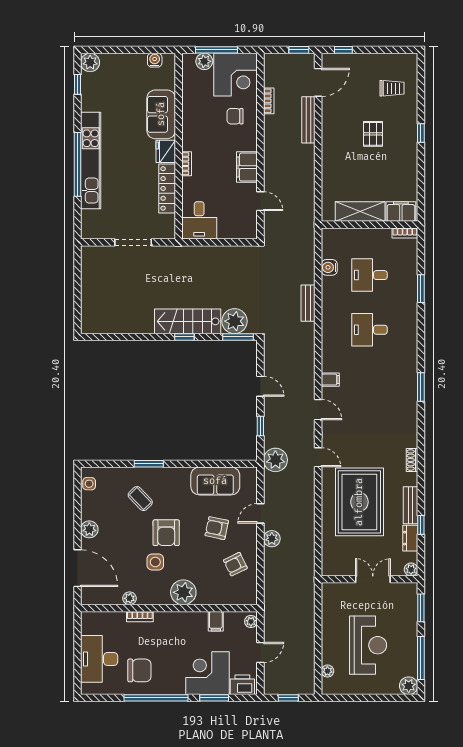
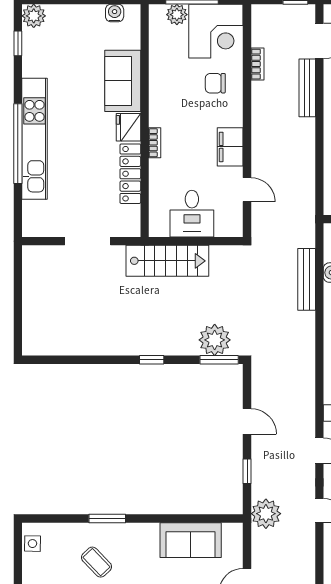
desk: (199, 220) -> (192, 214), moved
bench: (308, 303) -> (307, 279), moved, width x1.36
stairs: (188, 321) -> (167, 261), moved, turned 180

